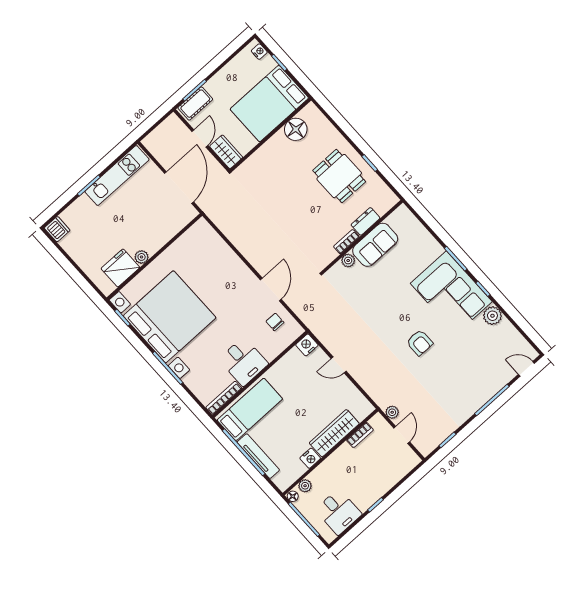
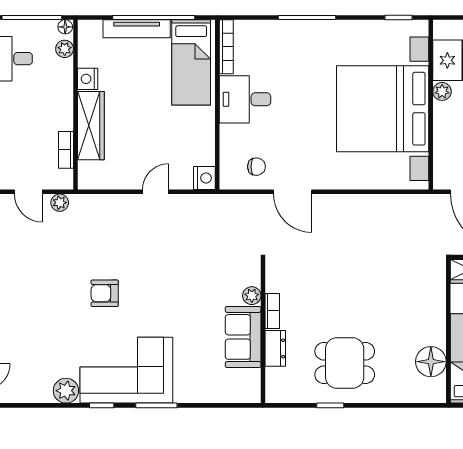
bed with nightstands: (170, 317) -> (383, 109), moved, turned 90

